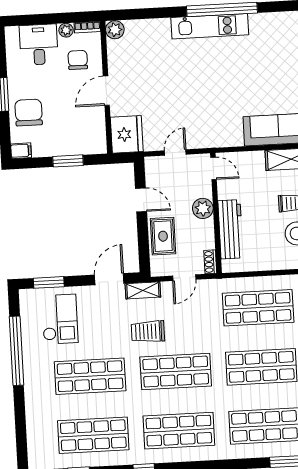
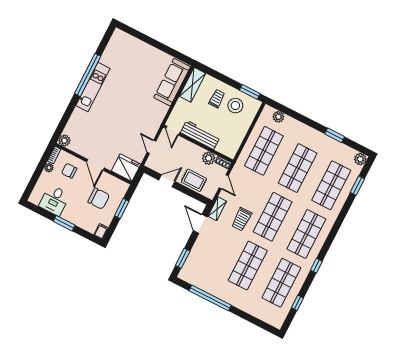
desk: (39, 45) -> (54, 200), moved, turned -90
chair: (29, 113) -> (99, 199), moved, turned 180
door: (214, 168) -> (173, 131), swing flipped
plant: (203, 208) -> (209, 158), moved
workbench: (231, 229) -> (200, 135), moved
checkout: (60, 319) -> (207, 264), removed

